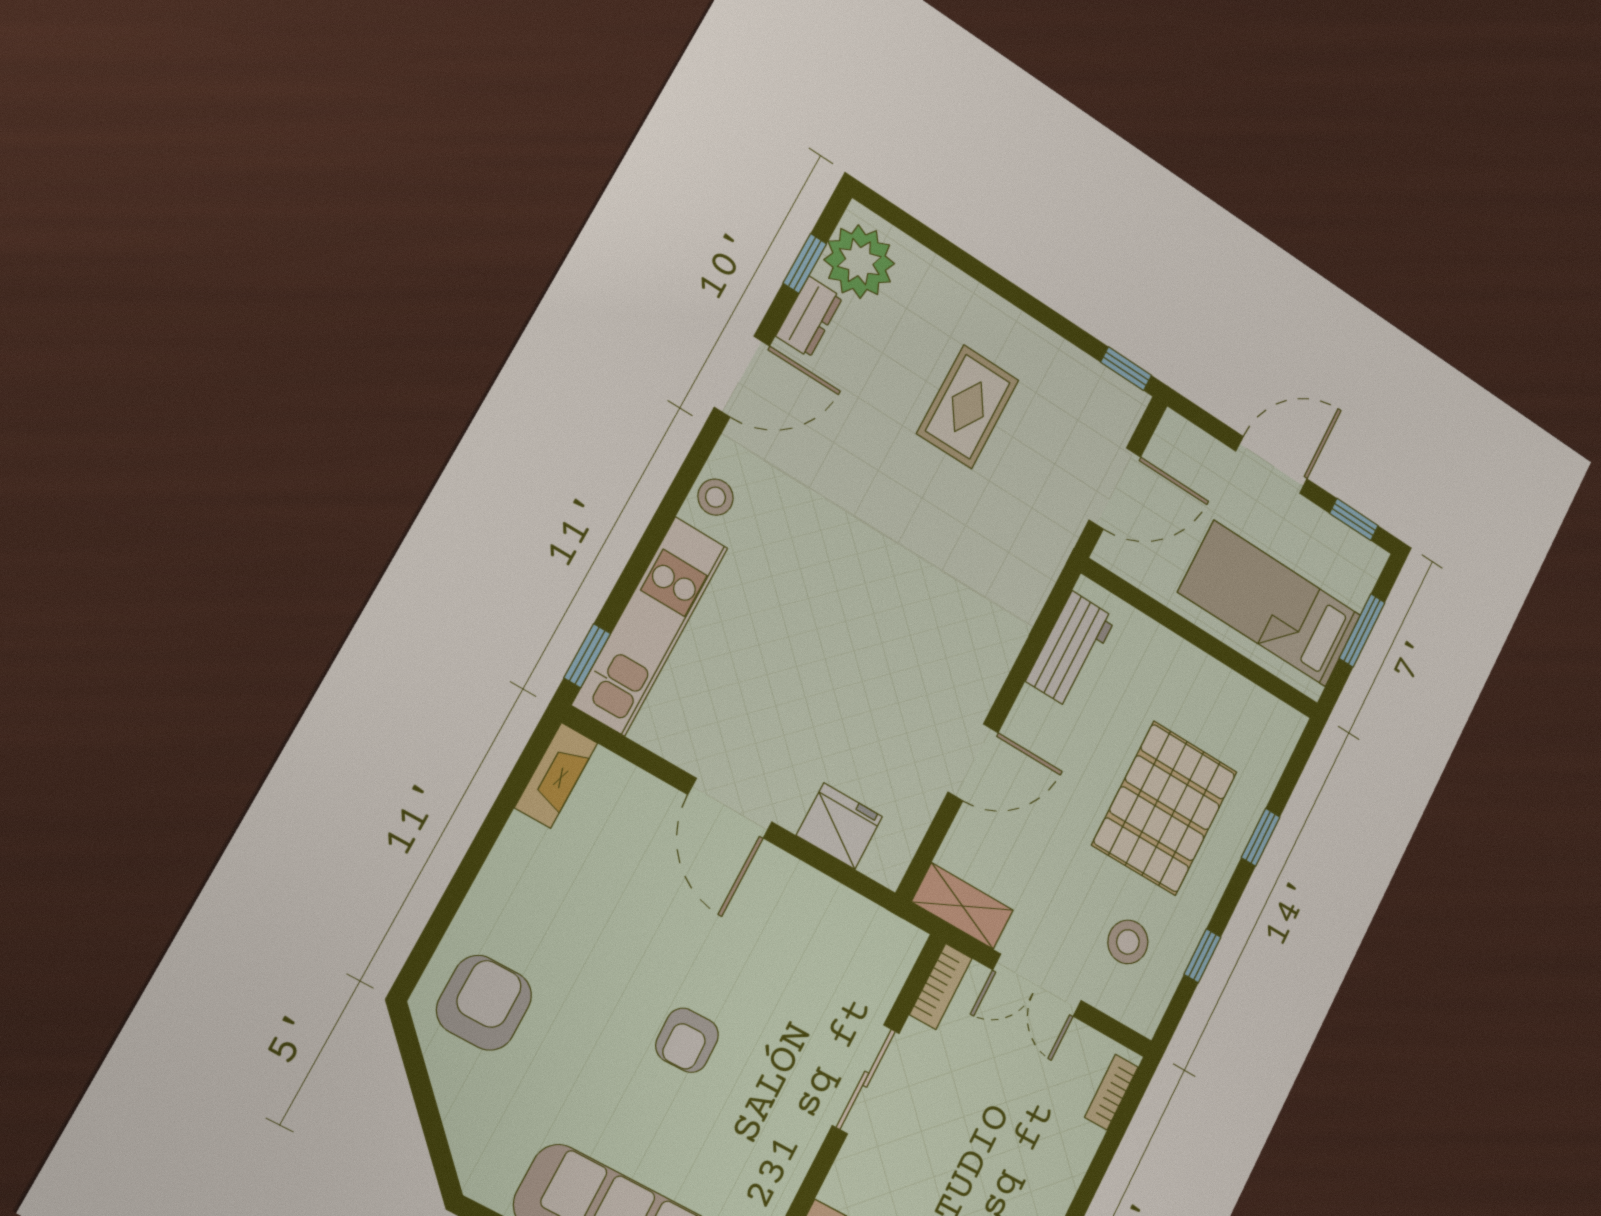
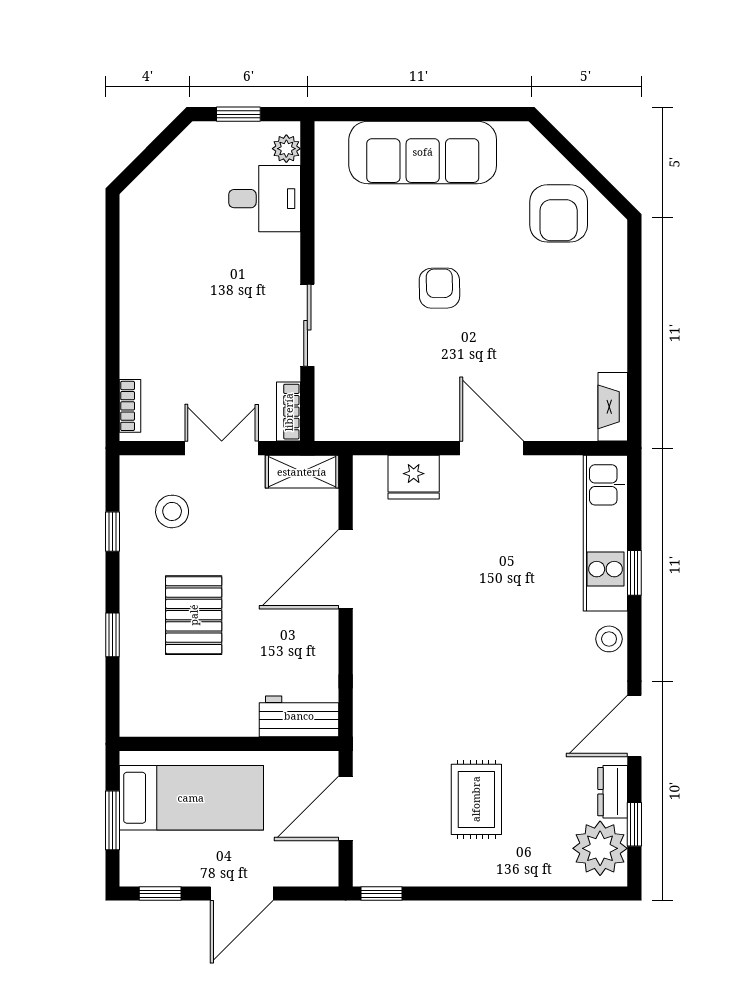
workbench: (1071, 650) -> (299, 716), moved, turned 90
window: (587, 656) -> (634, 573), moved
door: (973, 762) -> (346, 569), width x1.36
pallet: (1165, 808) -> (194, 615), width x0.73, depth x0.71
armchair: (484, 1003) -> (559, 213), moved

